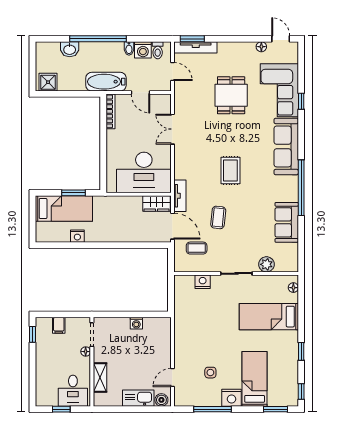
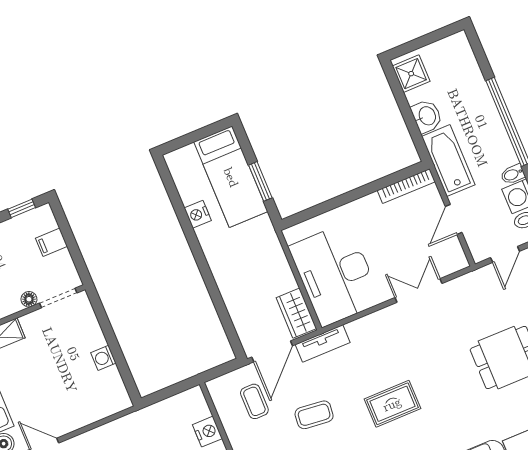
washbasin: (70, 49) -> (427, 116), moved, turned 180

